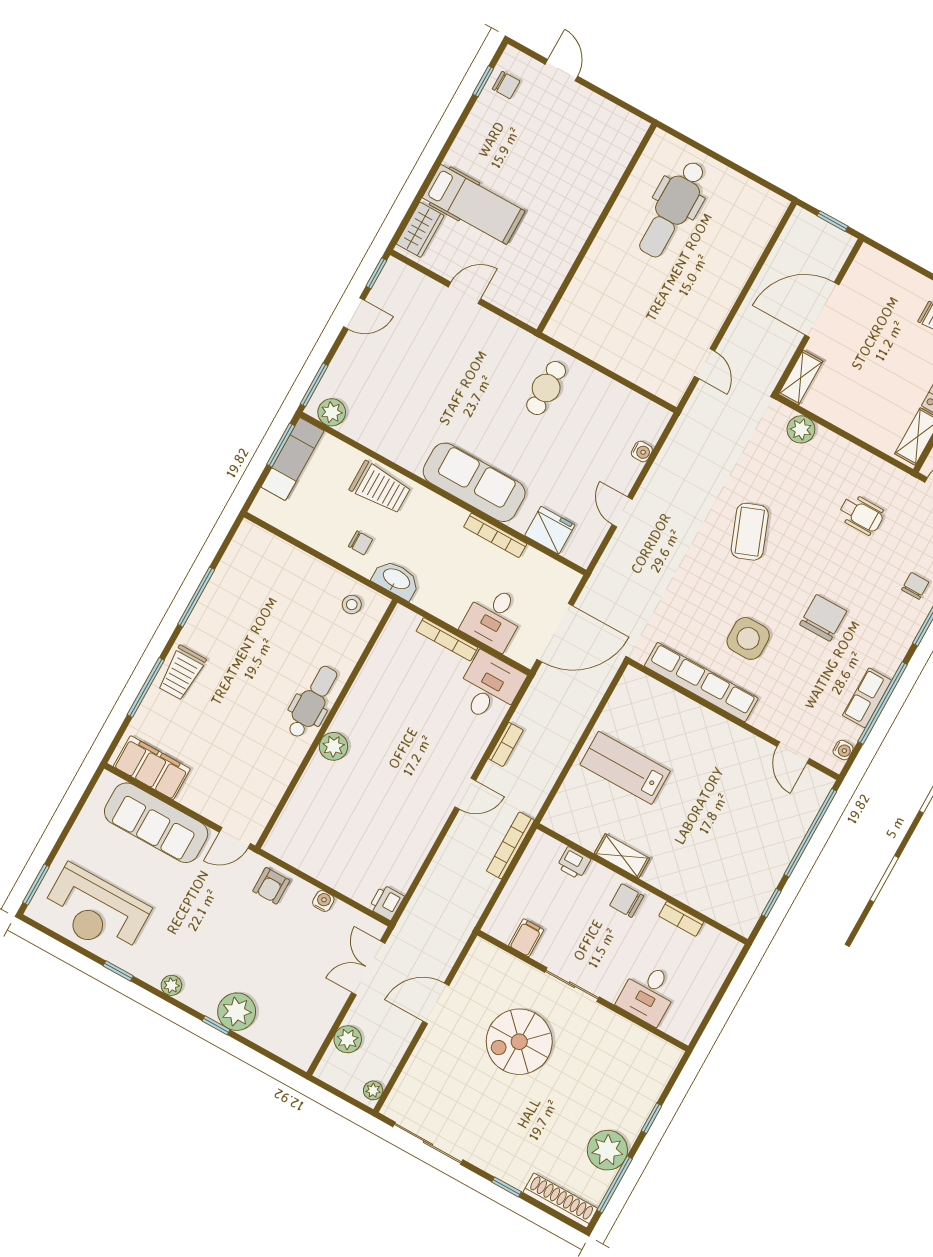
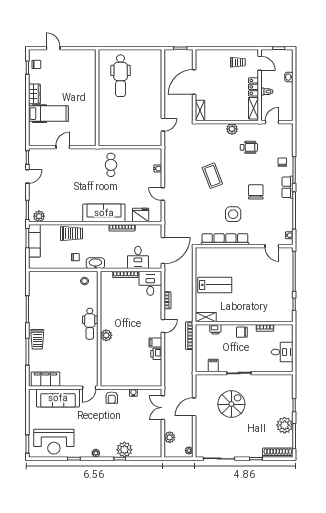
wardrobe: (420, 230) -> (34, 94), moved
door: (705, 364) -> (163, 125), hinge flipped
plant: (801, 429) -> (232, 129), moved
row of seats: (867, 698) -> (287, 187), moved
dental chair: (312, 702) -> (90, 324), turned 180
lab bench: (625, 768) -> (215, 285), turned 180
filing cabinet: (430, 820) -> (155, 343), added
shelving: (622, 856) -> (206, 317), moved
printer: (386, 902) -> (156, 354), moved
desk: (648, 994) -> (282, 352), moved, turned -90
spiral stairs: (519, 1042) -> (231, 404), turned 180

